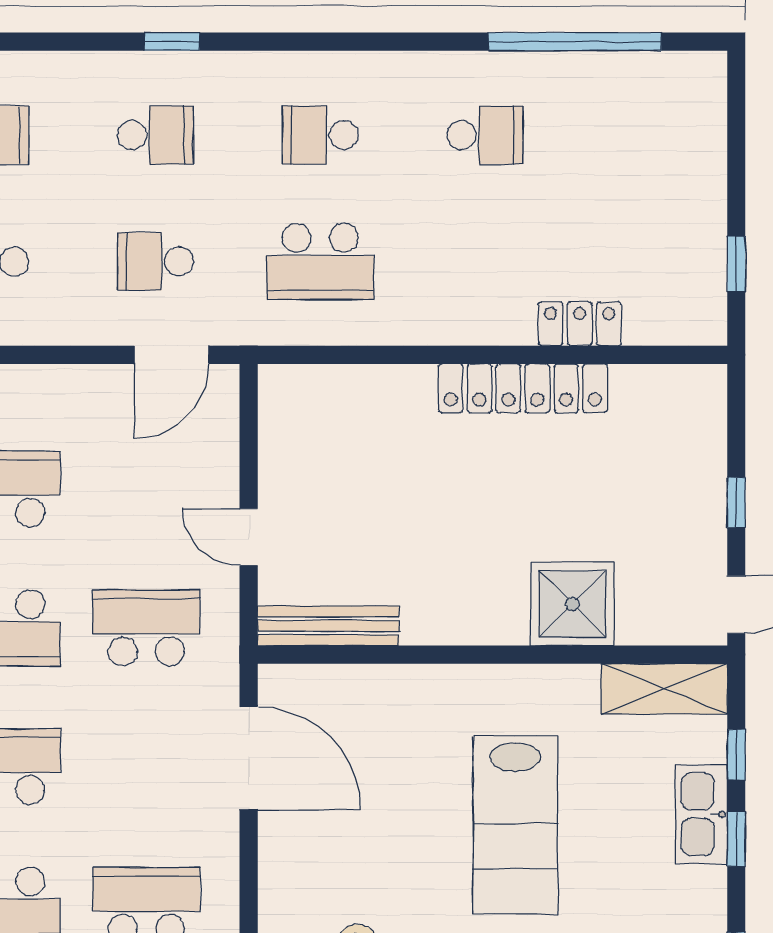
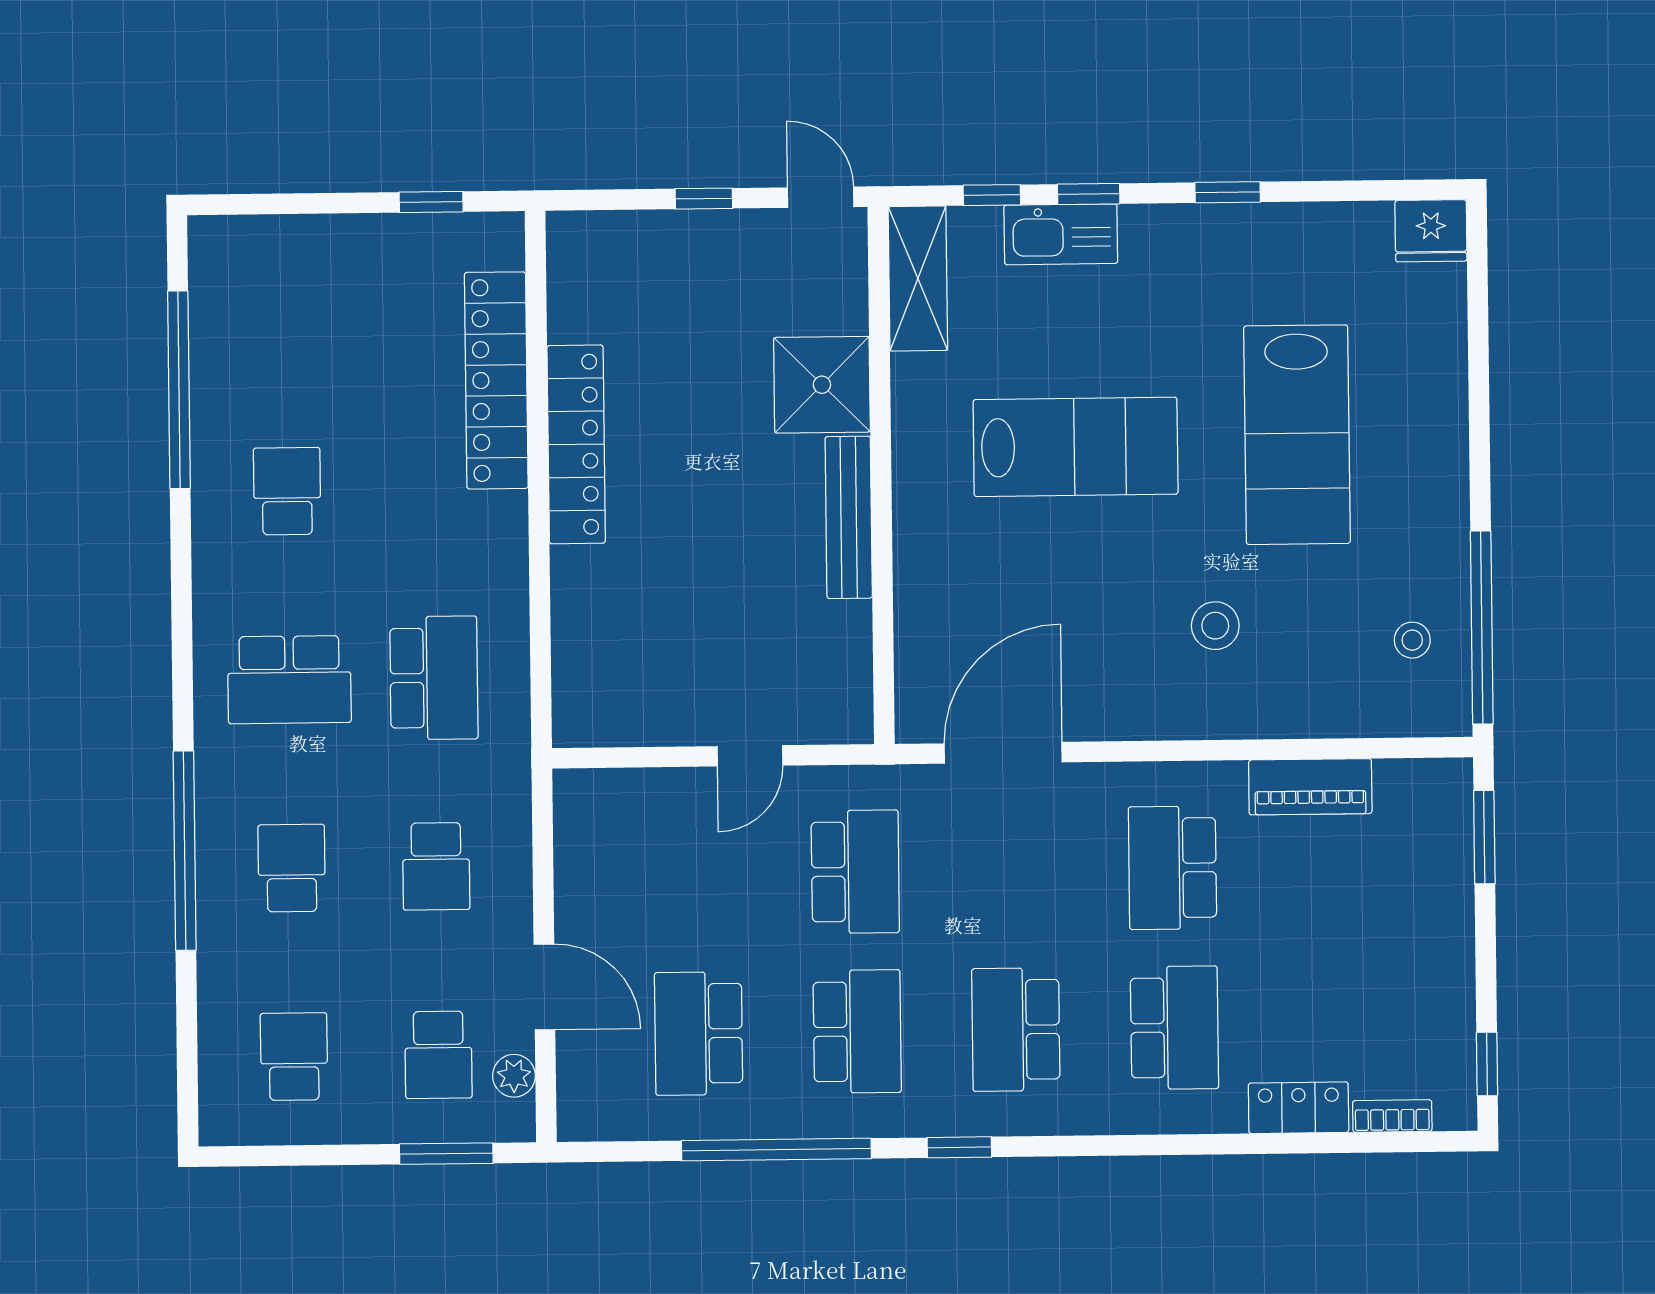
window: (172, 42) -> (185, 851), width x3.17
school desk: (320, 135) -> (289, 680), width x1.85
locker: (580, 324) -> (496, 380), width x2.16, depth x1.21
door: (172, 355) -> (544, 987), moved
bench: (328, 626) -> (849, 517), moved
school desk: (146, 628) -> (855, 872), turned 180

